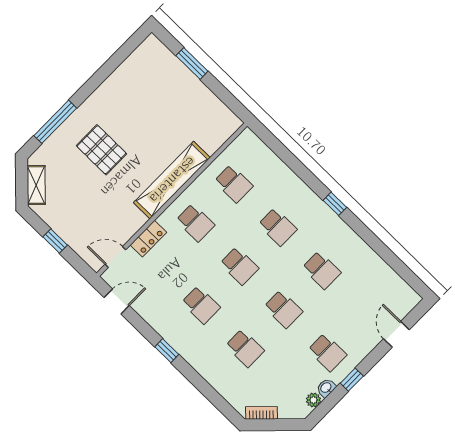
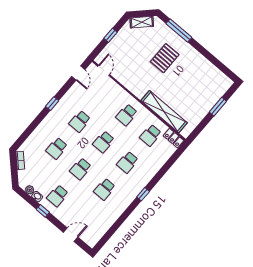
shelving: (172, 180) -> (164, 112), moved
locker: (148, 239) -> (173, 138), moved

